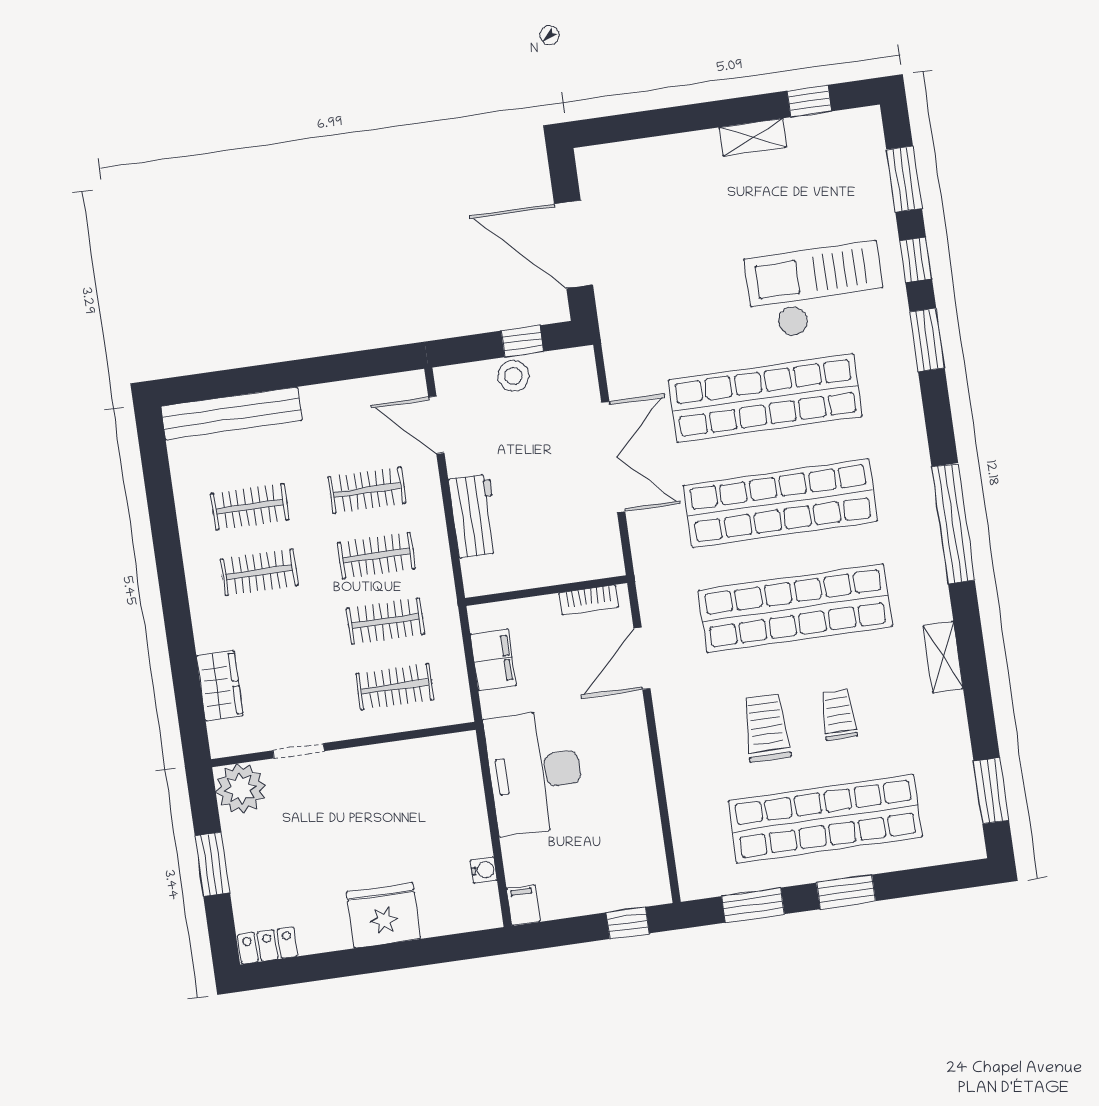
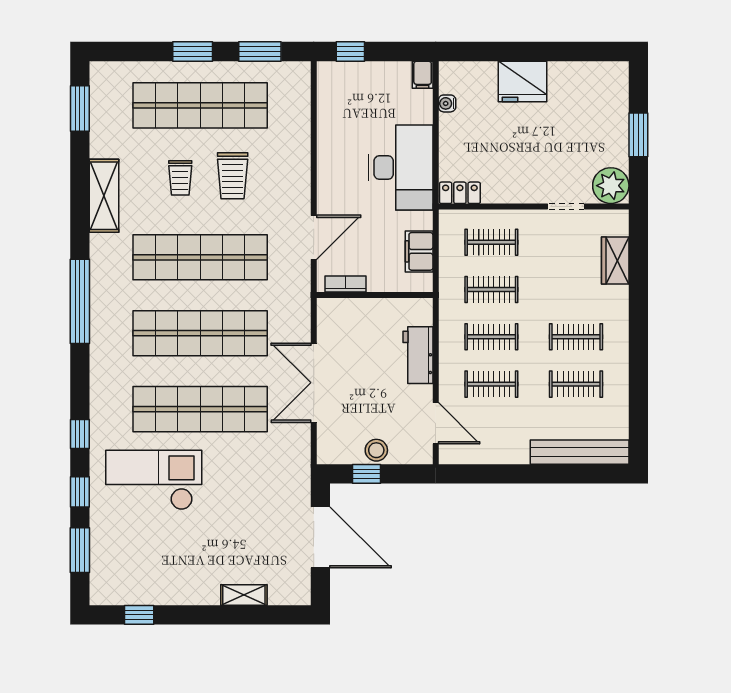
shelving: (753, 137) -> (244, 595), moved
checkout: (816, 291) -> (154, 480), turned 180
window: (927, 340) -> (80, 434), width x0.67
shelving: (943, 657) -> (104, 196), width x1.50, depth x1.33
locker: (268, 945) -> (460, 193), moved, turned 180

